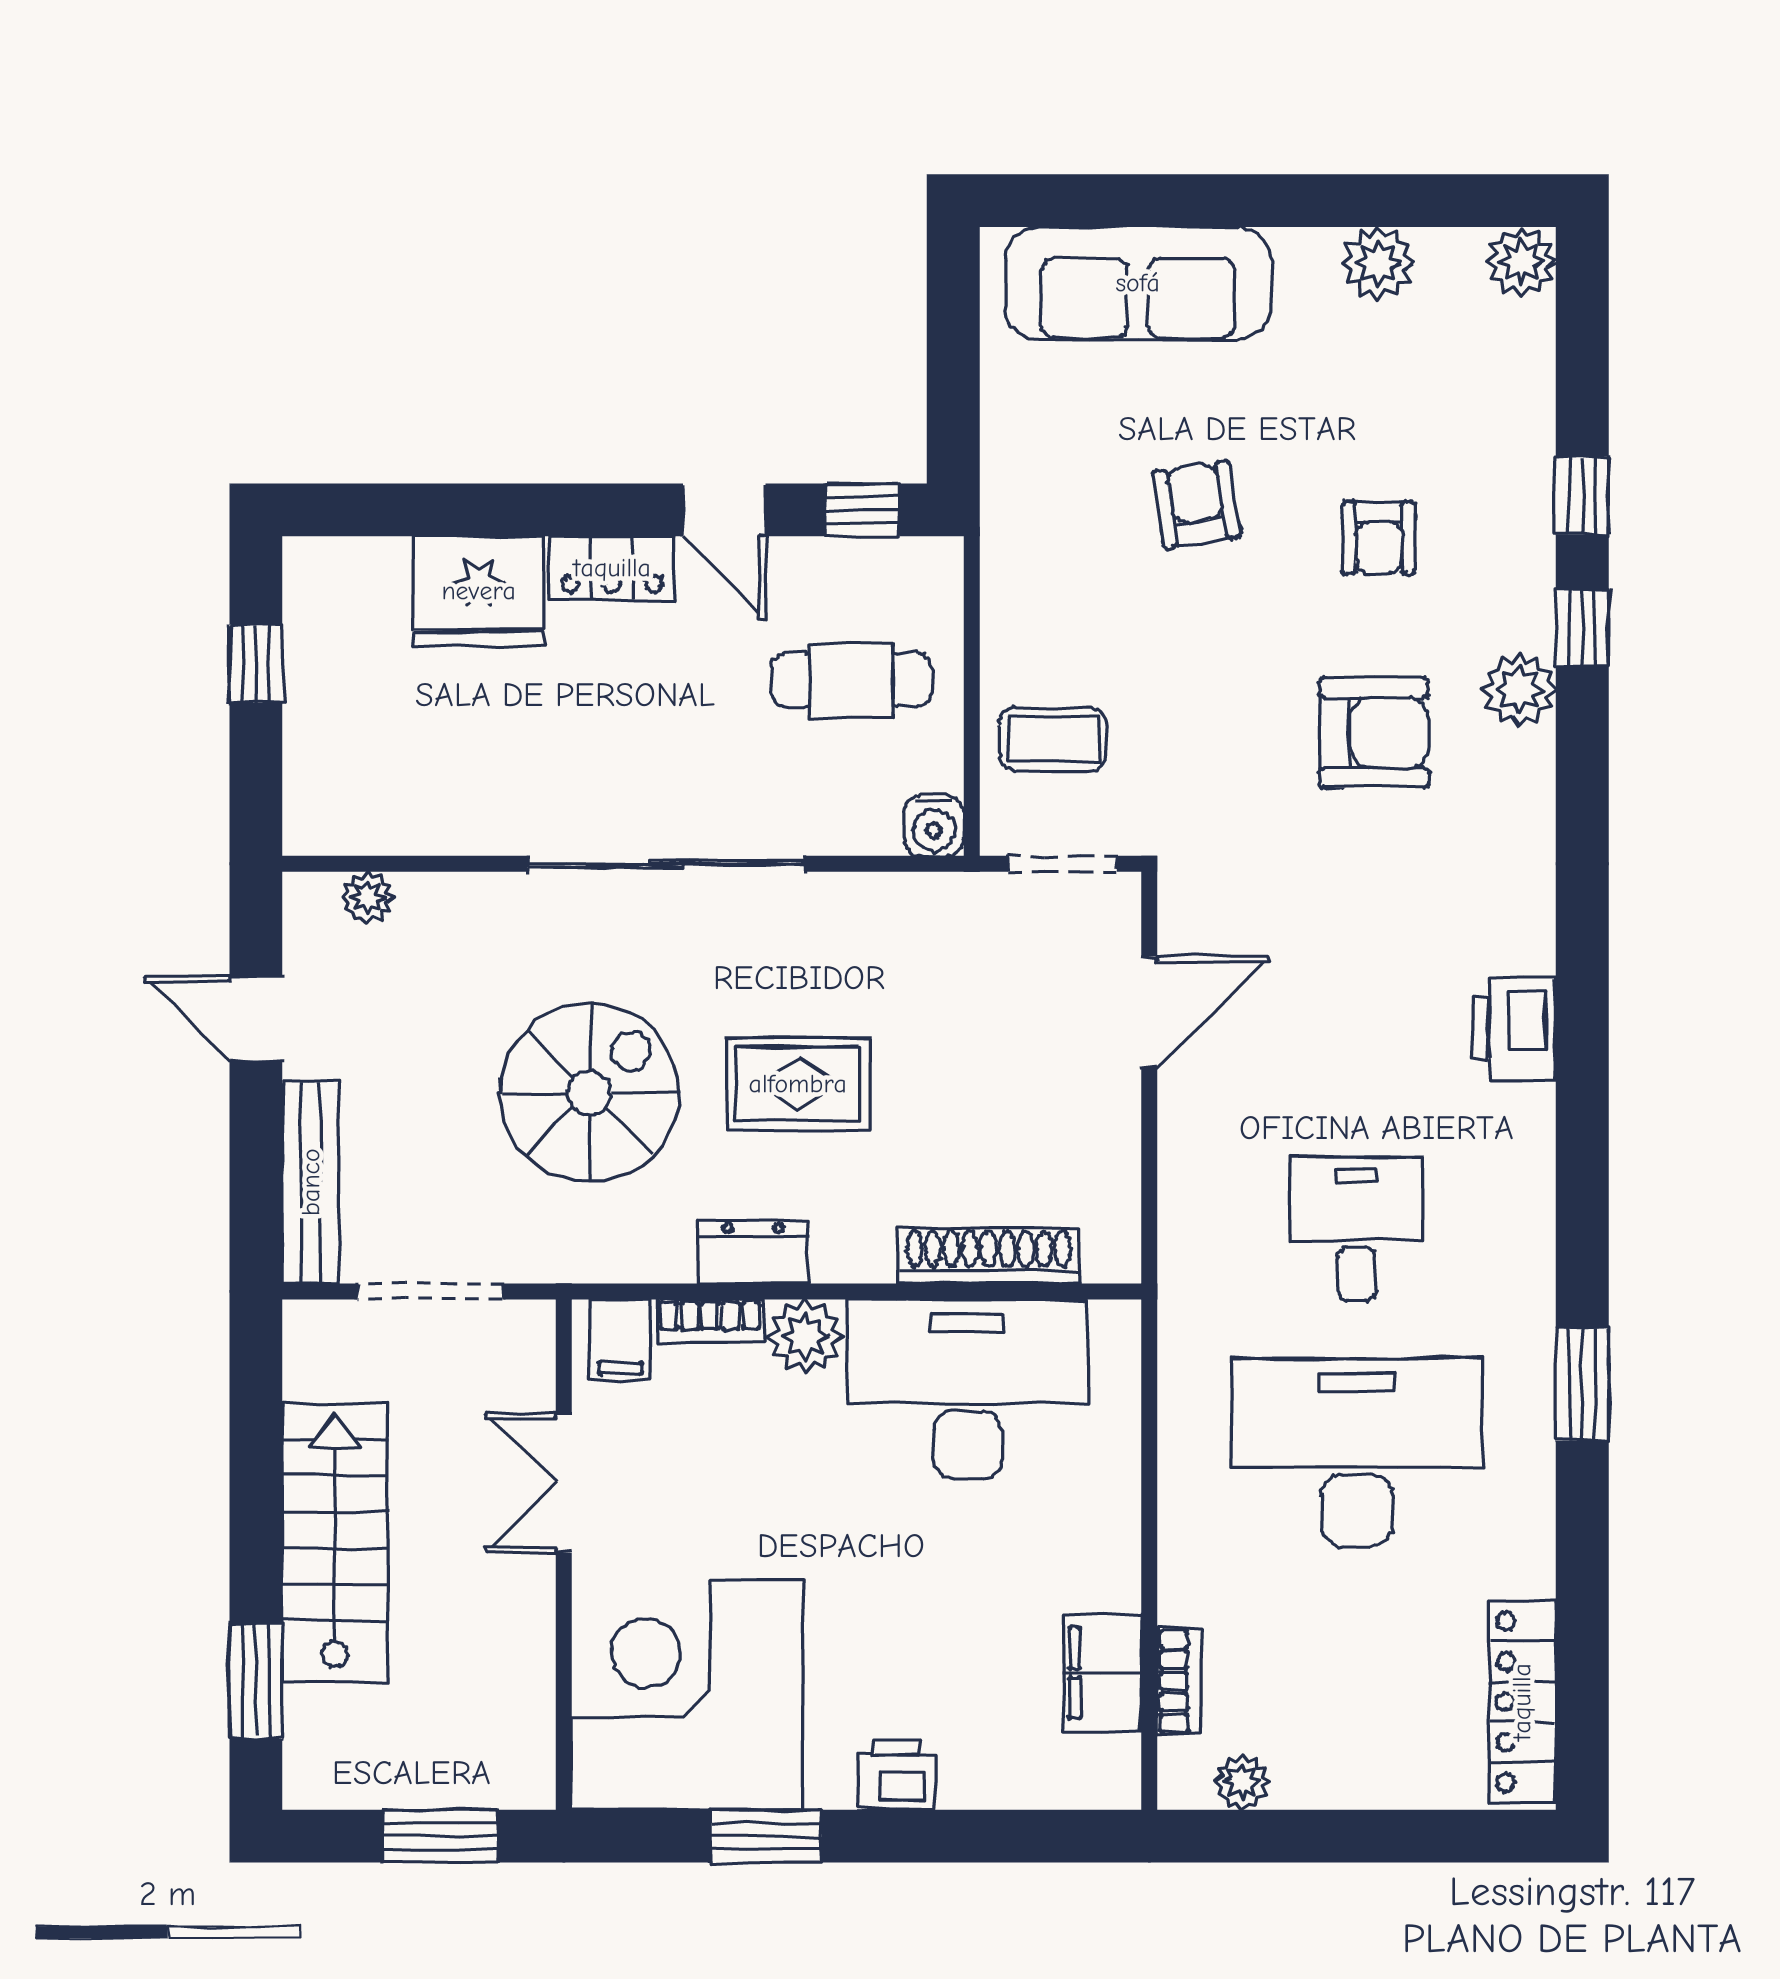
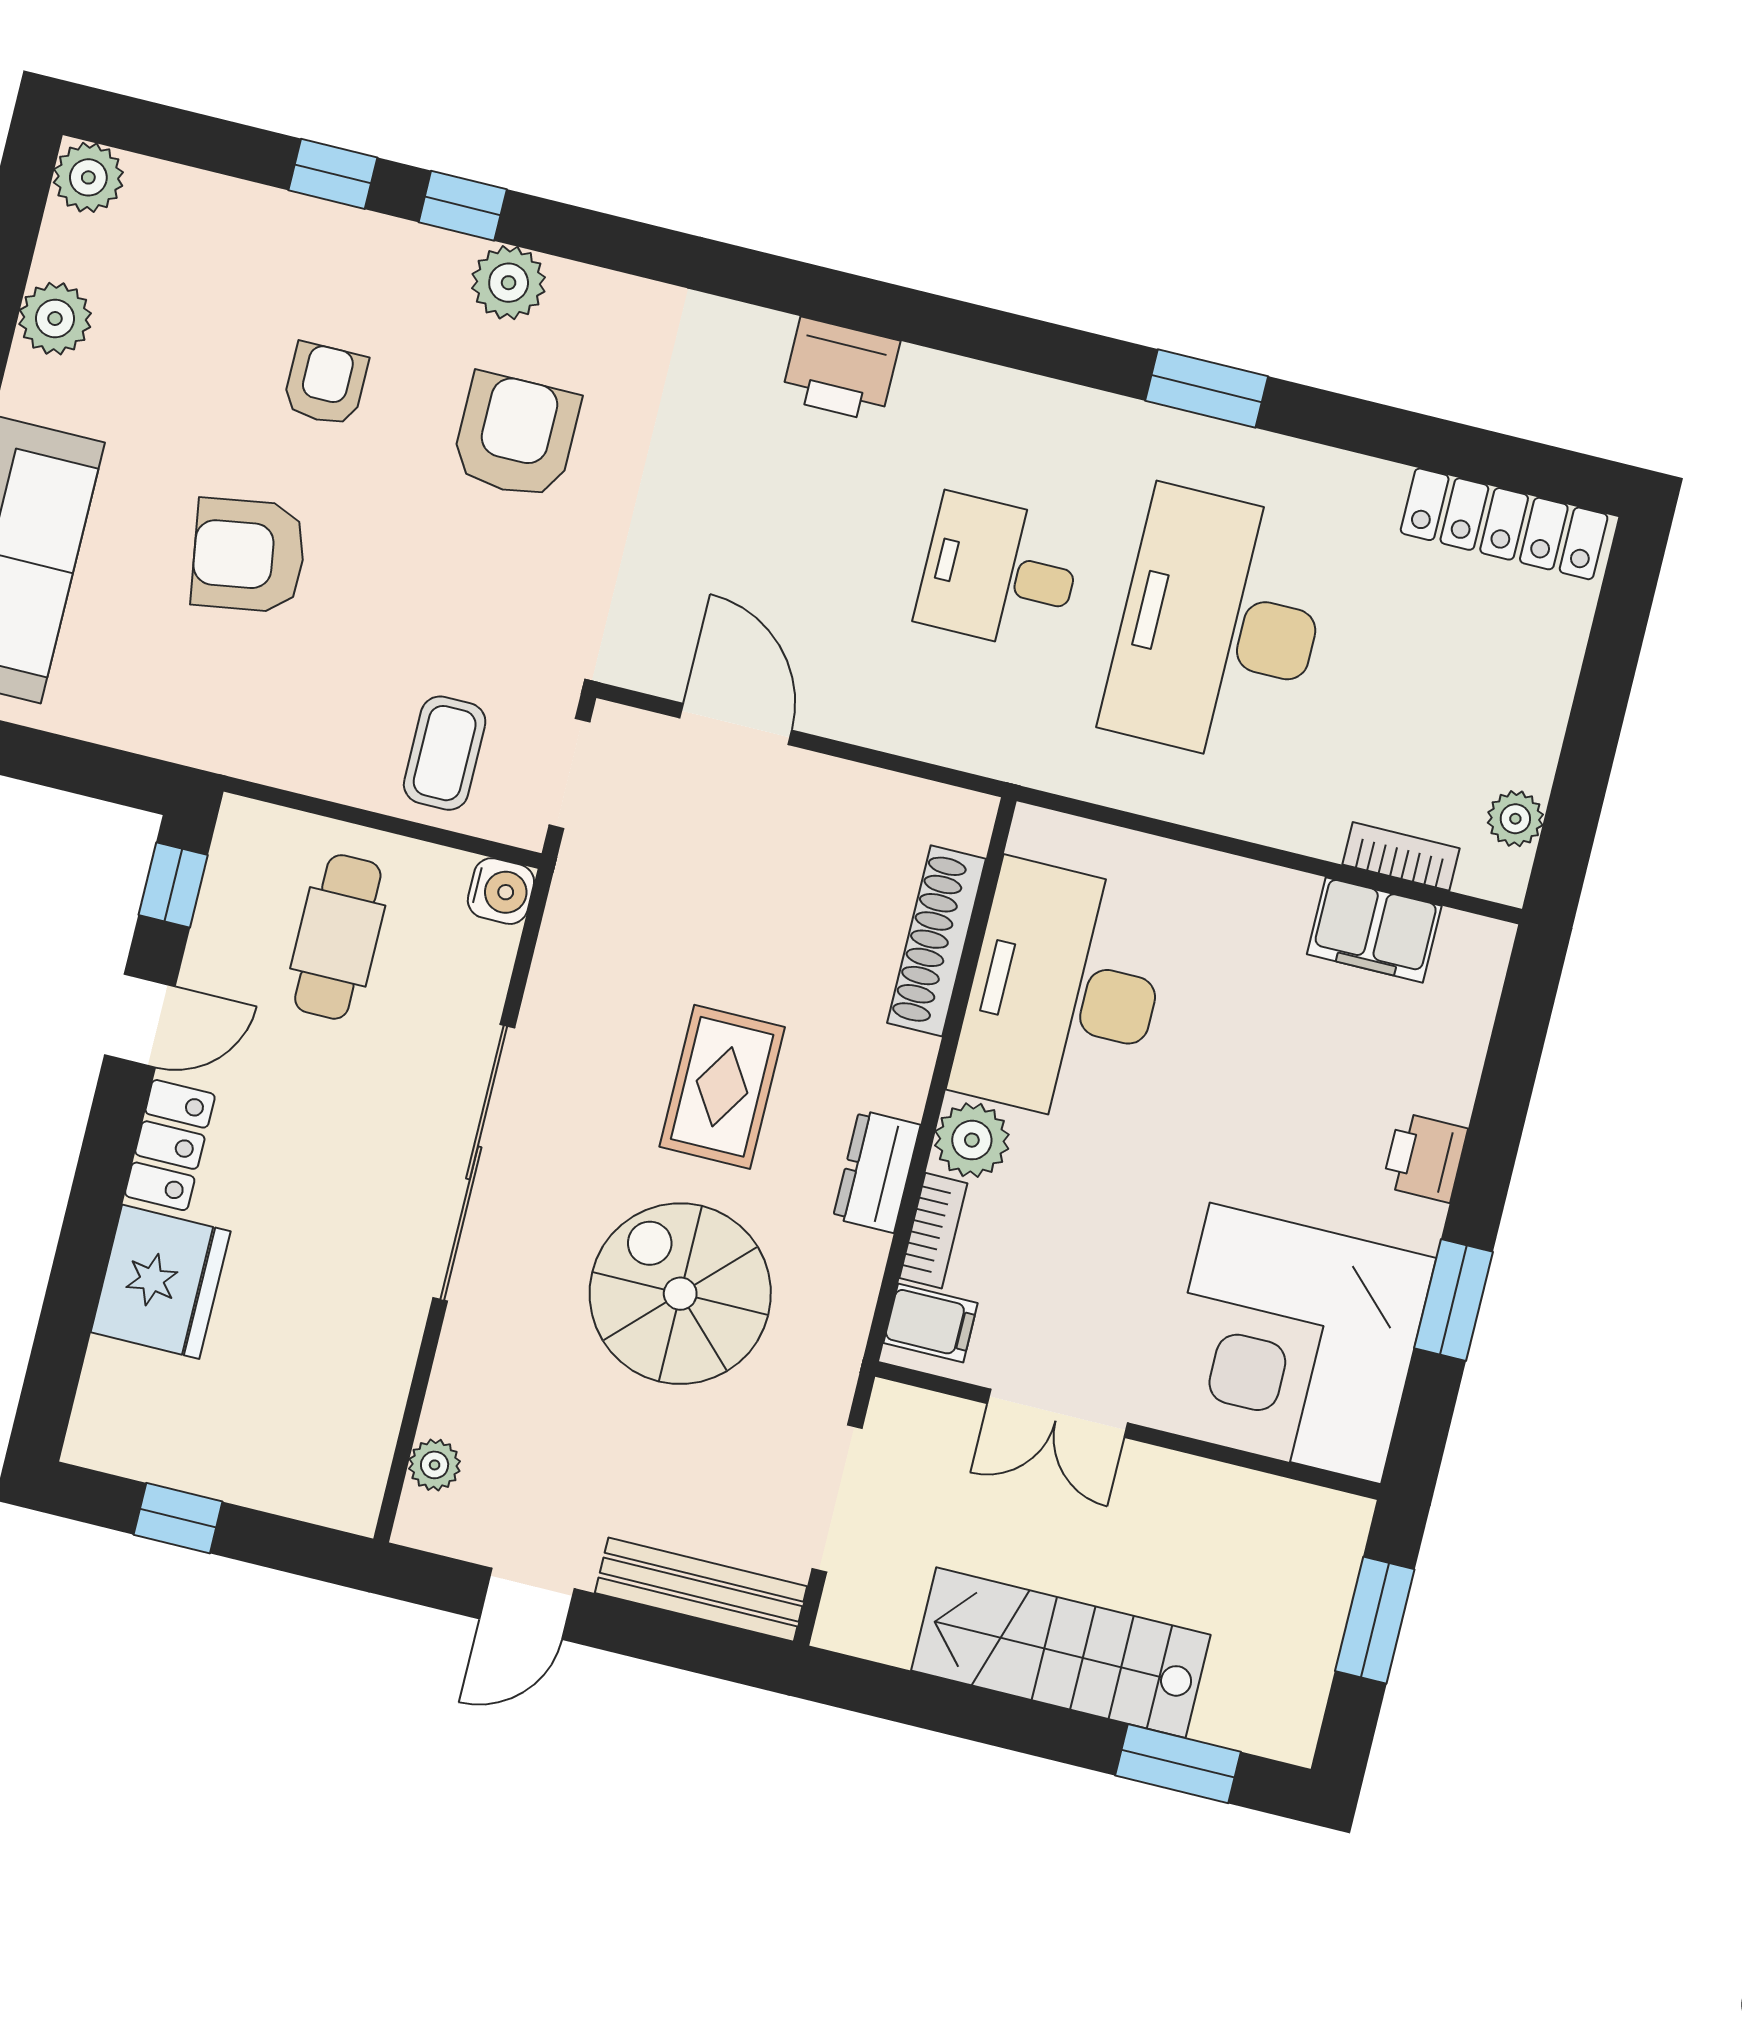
armchair: (1196, 504) -> (249, 555), width x1.38, depth x1.38
armchair: (1379, 538) -> (325, 384), turned -90

